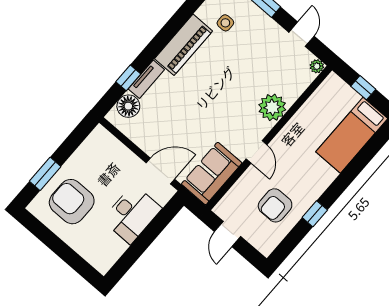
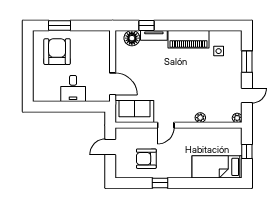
plant: (272, 107) -> (200, 118), width x0.53, depth x0.53
desk: (132, 214) -> (73, 89), width x0.73

